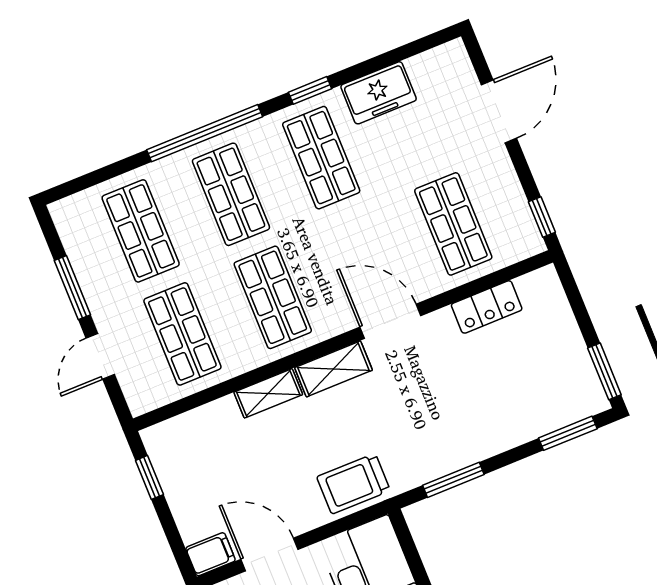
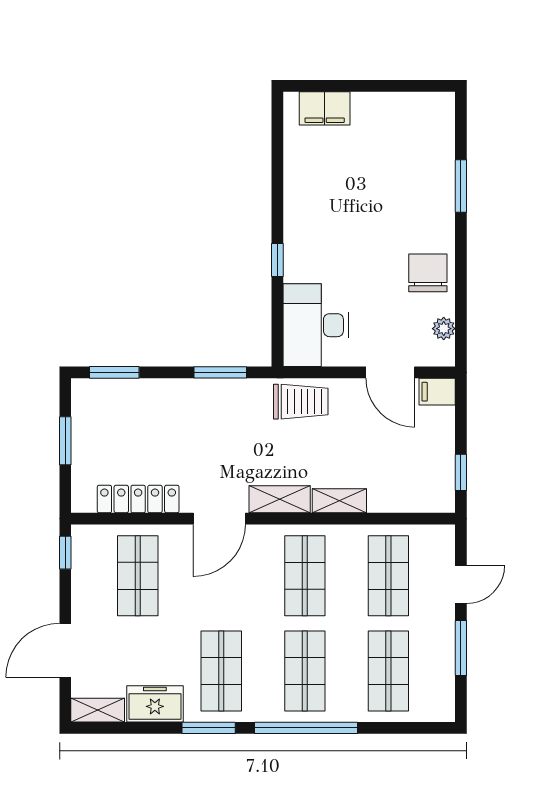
shelving: (438, 61) -> (98, 710), added
window: (310, 90) -> (209, 728), width x1.50
locker: (487, 307) -> (138, 499), width x1.53
door: (390, 321) -> (219, 519), hinge flipped
window: (604, 371) -> (65, 441), moved

